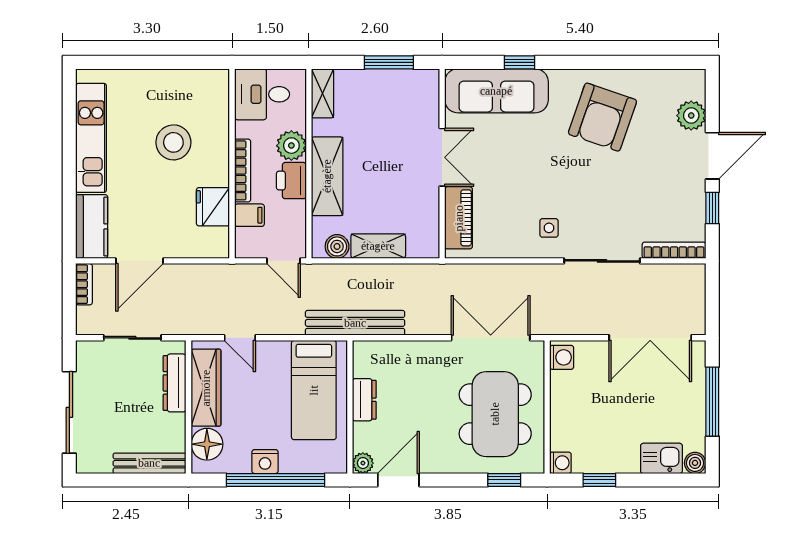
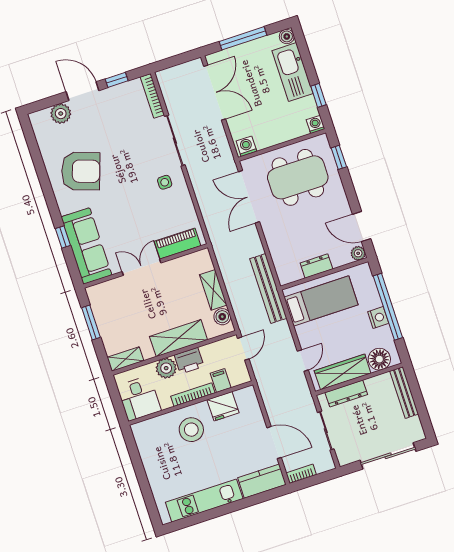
stool: (173, 142) -> (191, 430), moved
kitchen sink: (661, 458) -> (293, 72), width x1.87, depth x1.24

